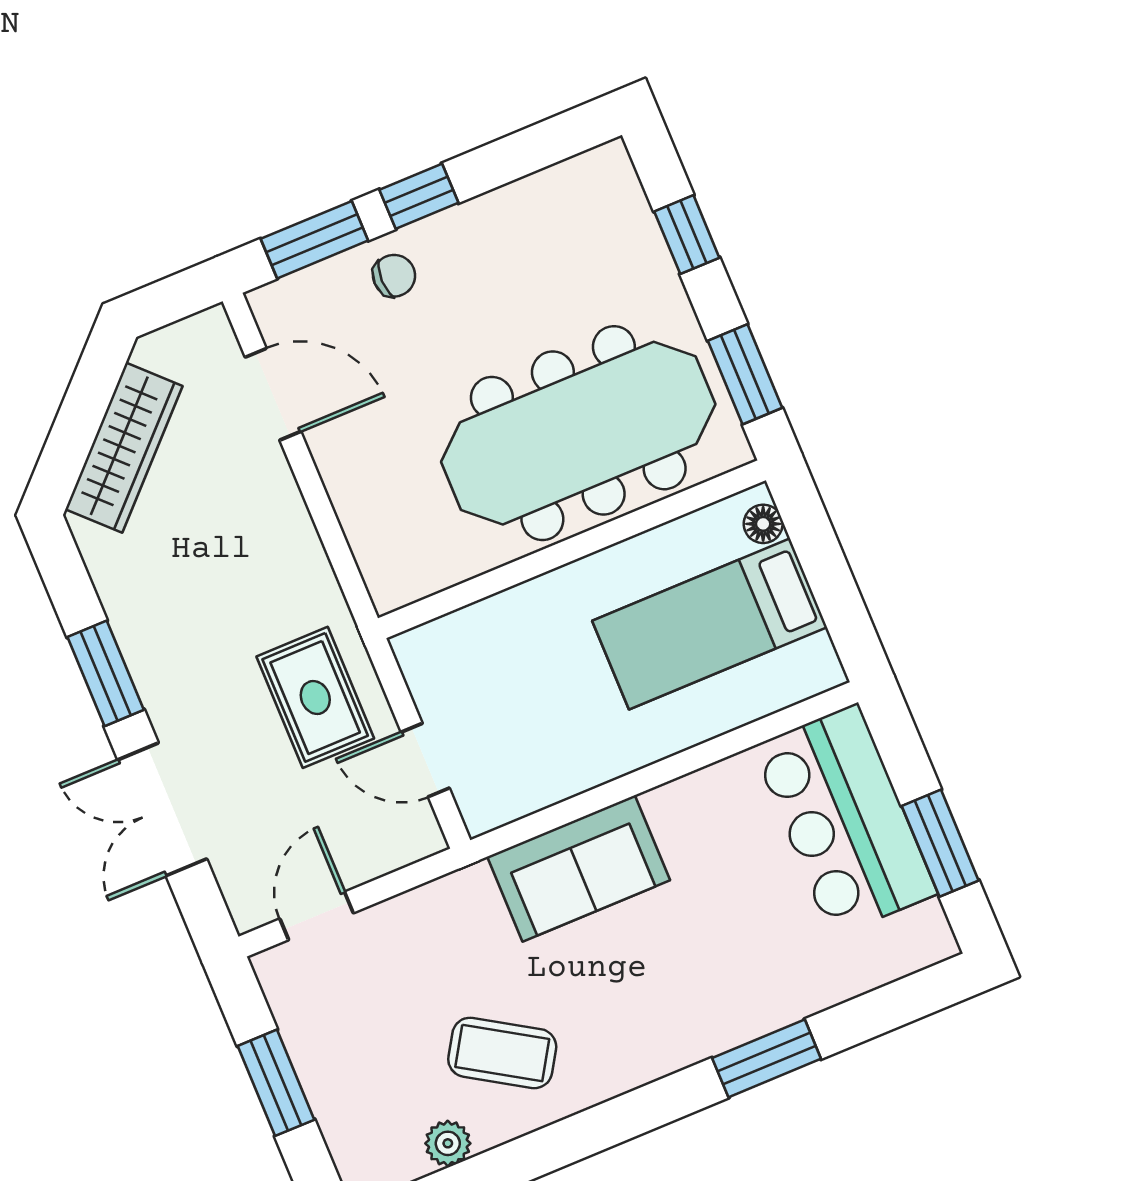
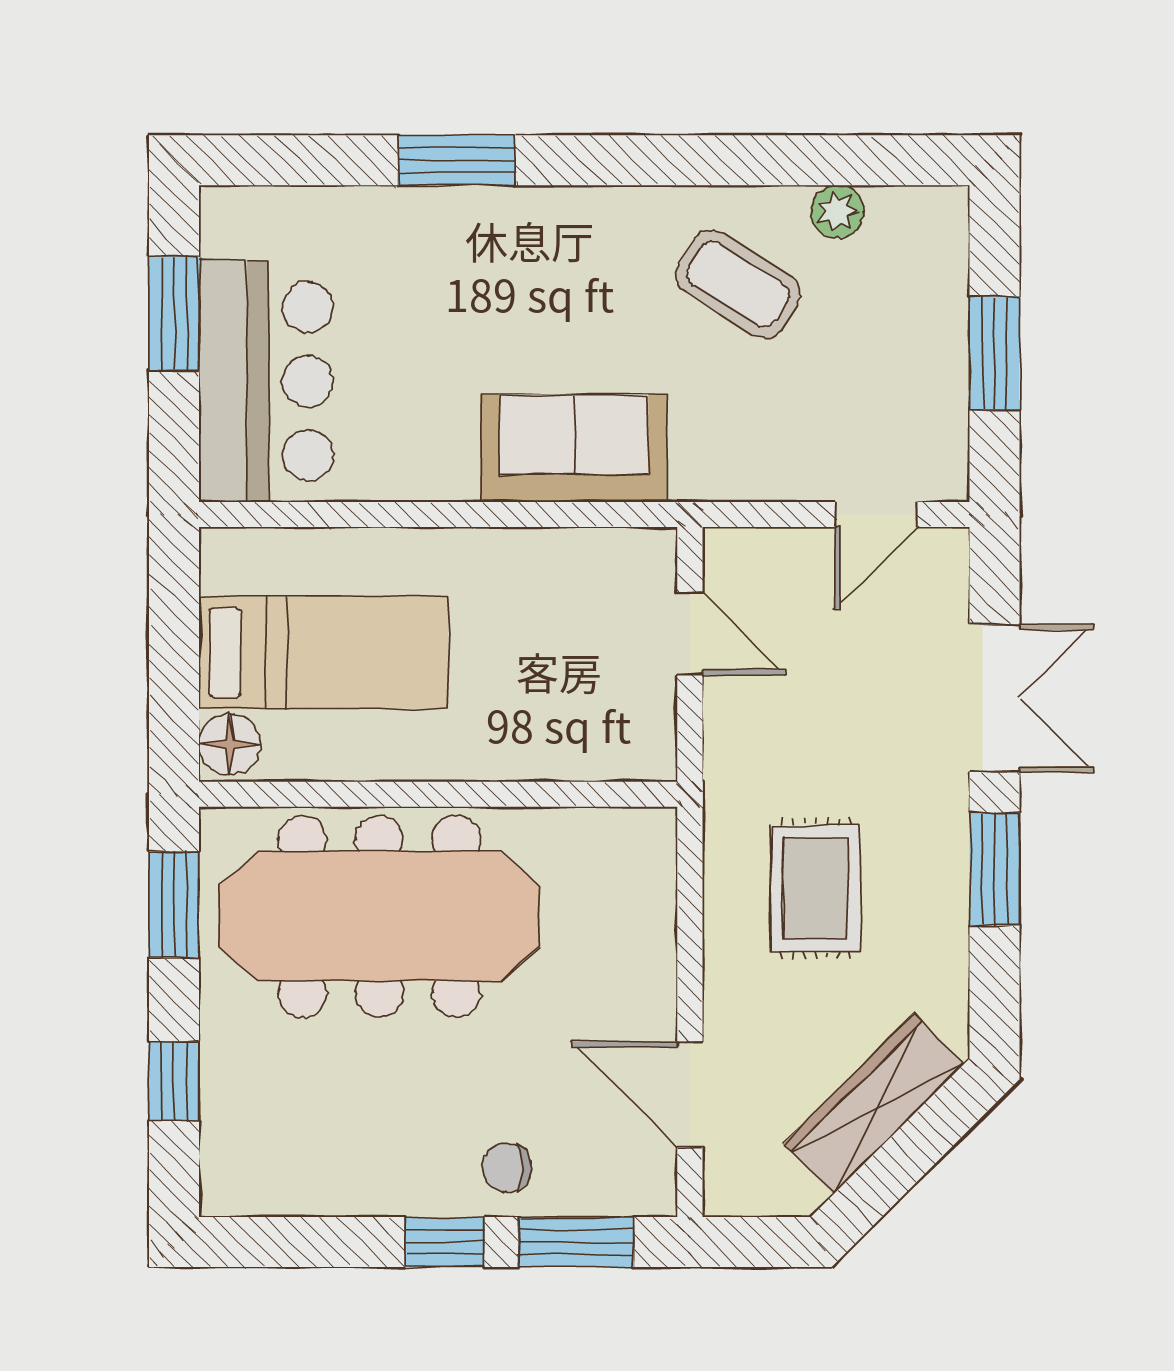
floor lamp: (763, 524) -> (230, 744), width x1.37, depth x1.37
rug: (315, 697) -> (816, 888), moved

